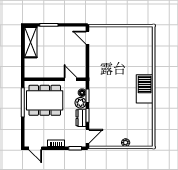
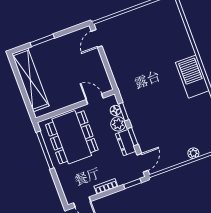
door: (88, 38) -> (97, 39), hinge flipped
shelving: (31, 42) -> (30, 80), width x1.47
dining table: (45, 100) -> (72, 137), turned 90

